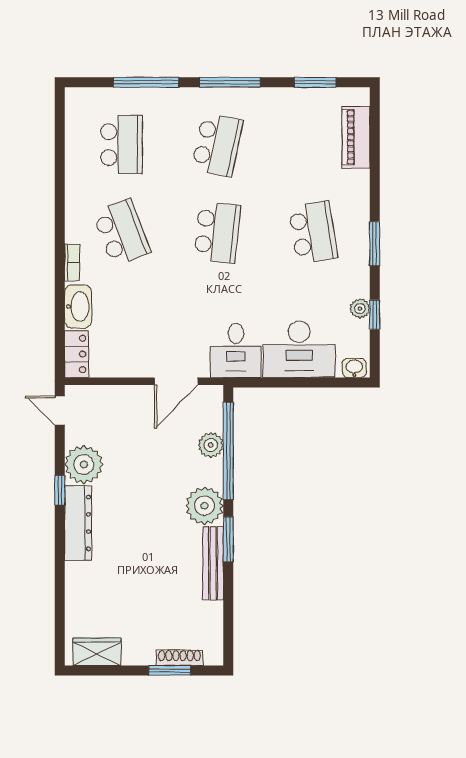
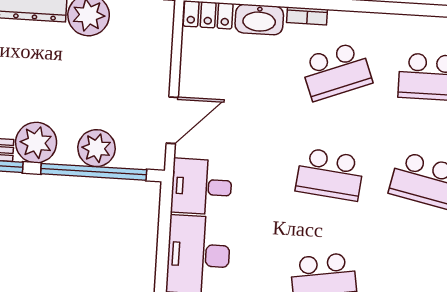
door: (176, 381) -> (172, 120), swing flipped
plant: (211, 445) -> (97, 148), width x1.36, depth x1.36

